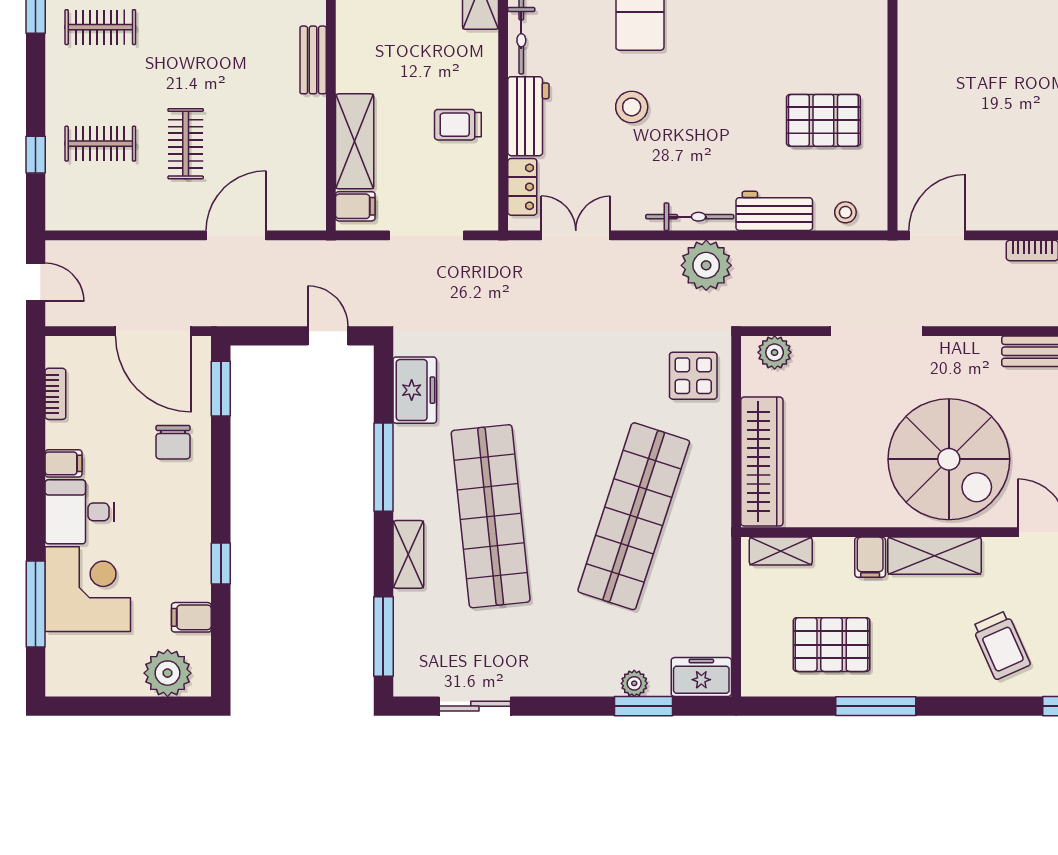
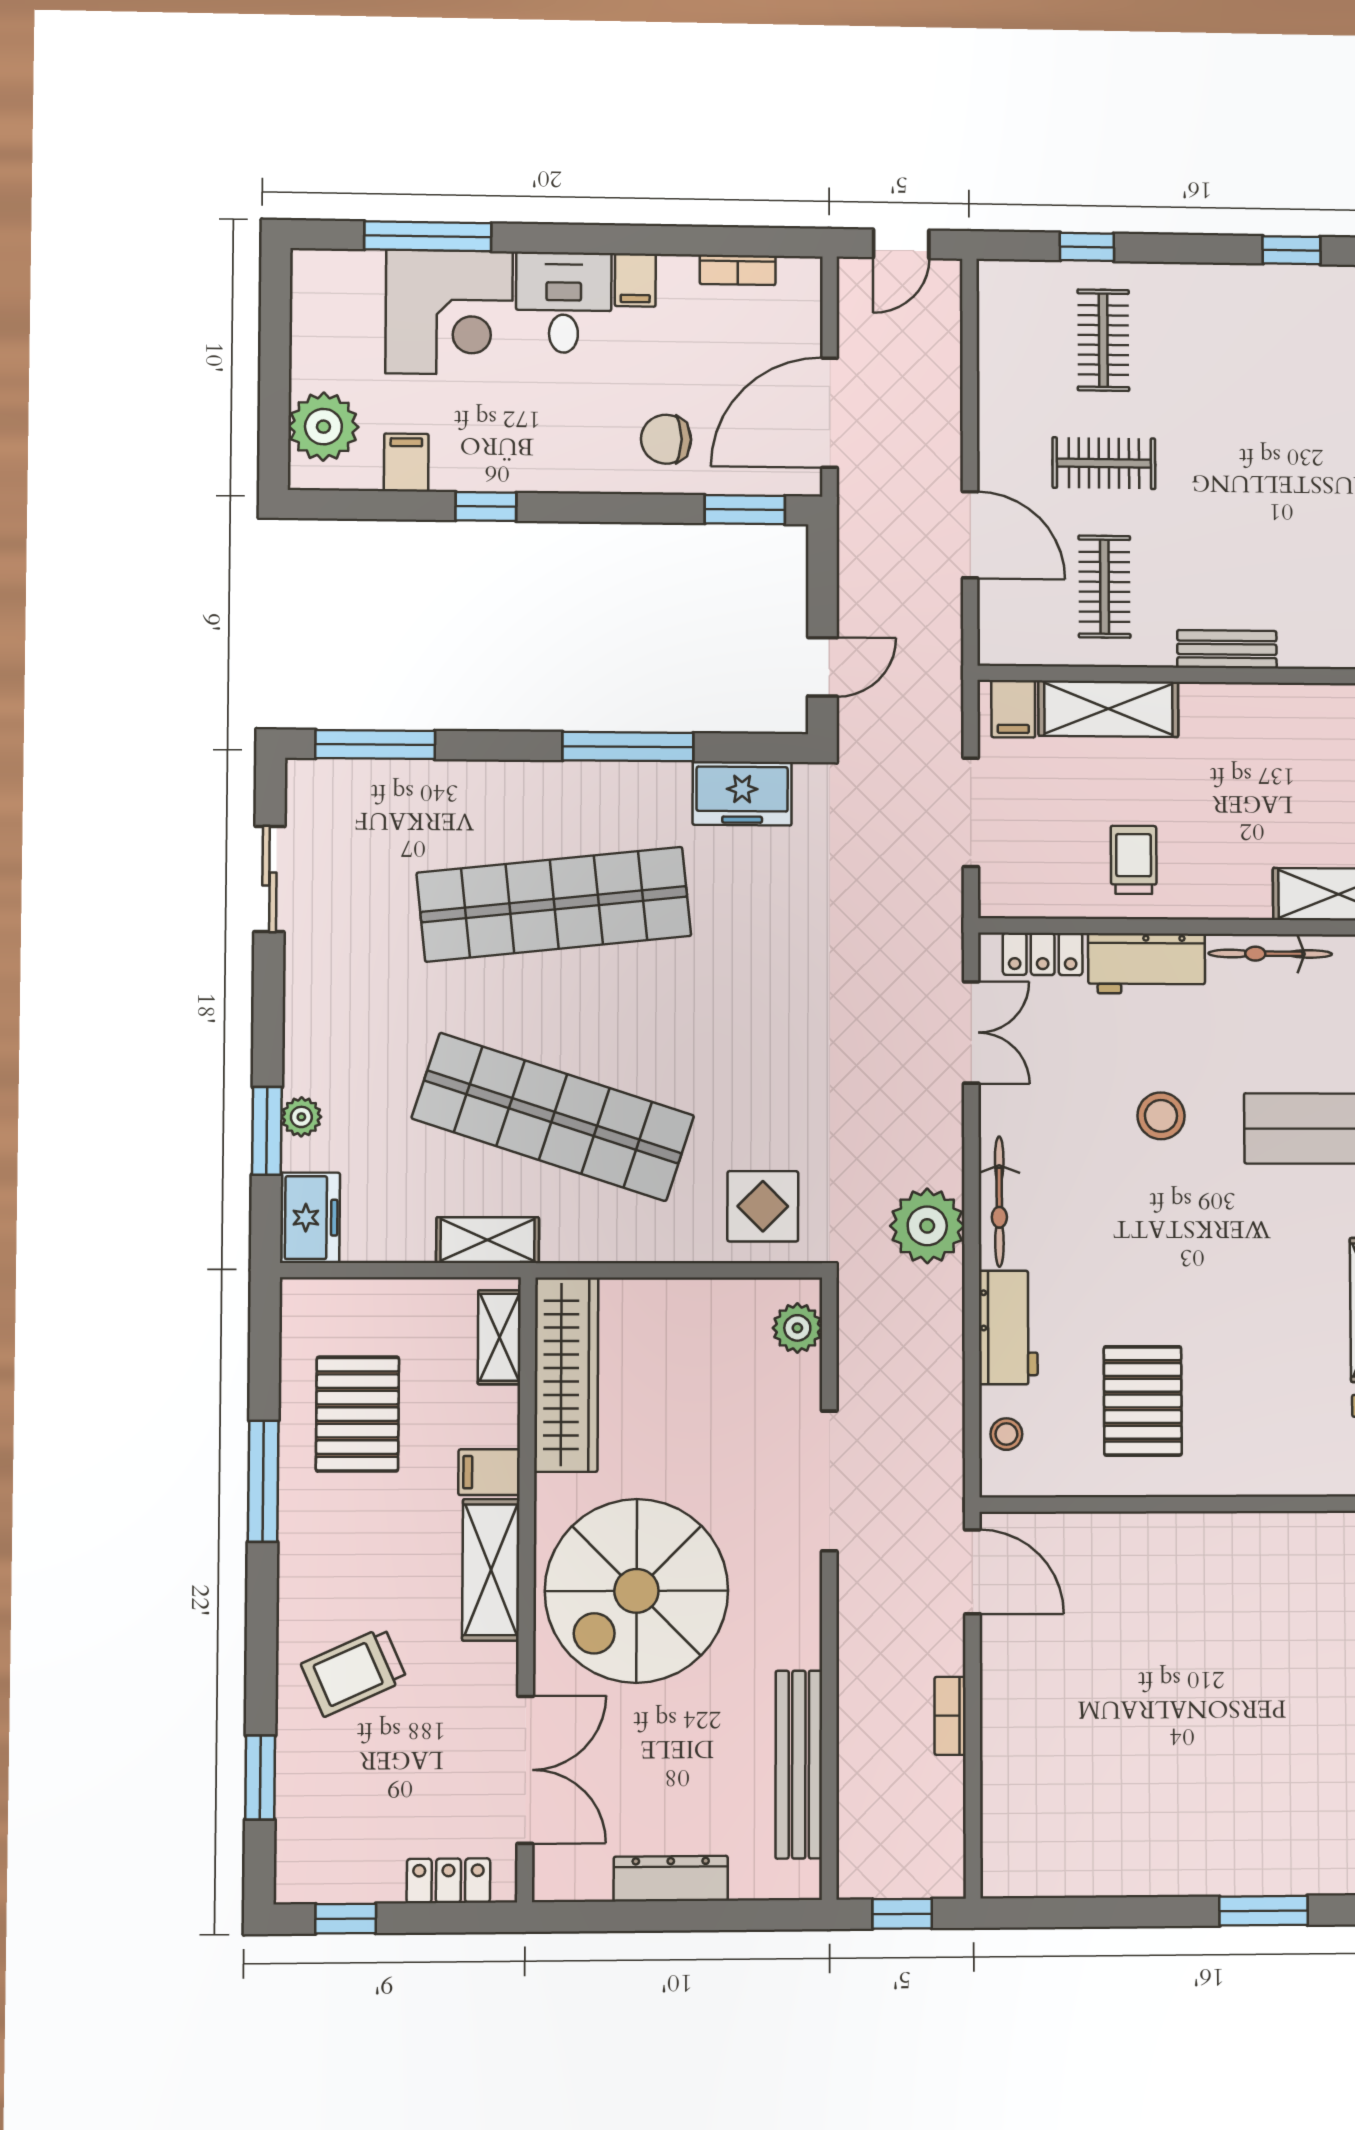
clothes rail: (100, 27) -> (1104, 587), moved
wardrobe: (762, 462) -> (566, 1375), moved, turned -90
shelving: (408, 554) -> (488, 1240), moved

